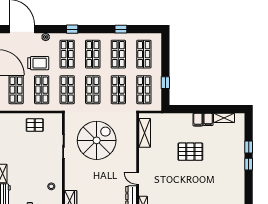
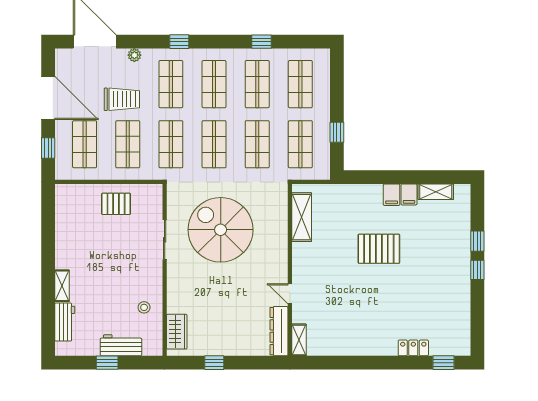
spiral stairs: (97, 140) -> (221, 230), turned -90

